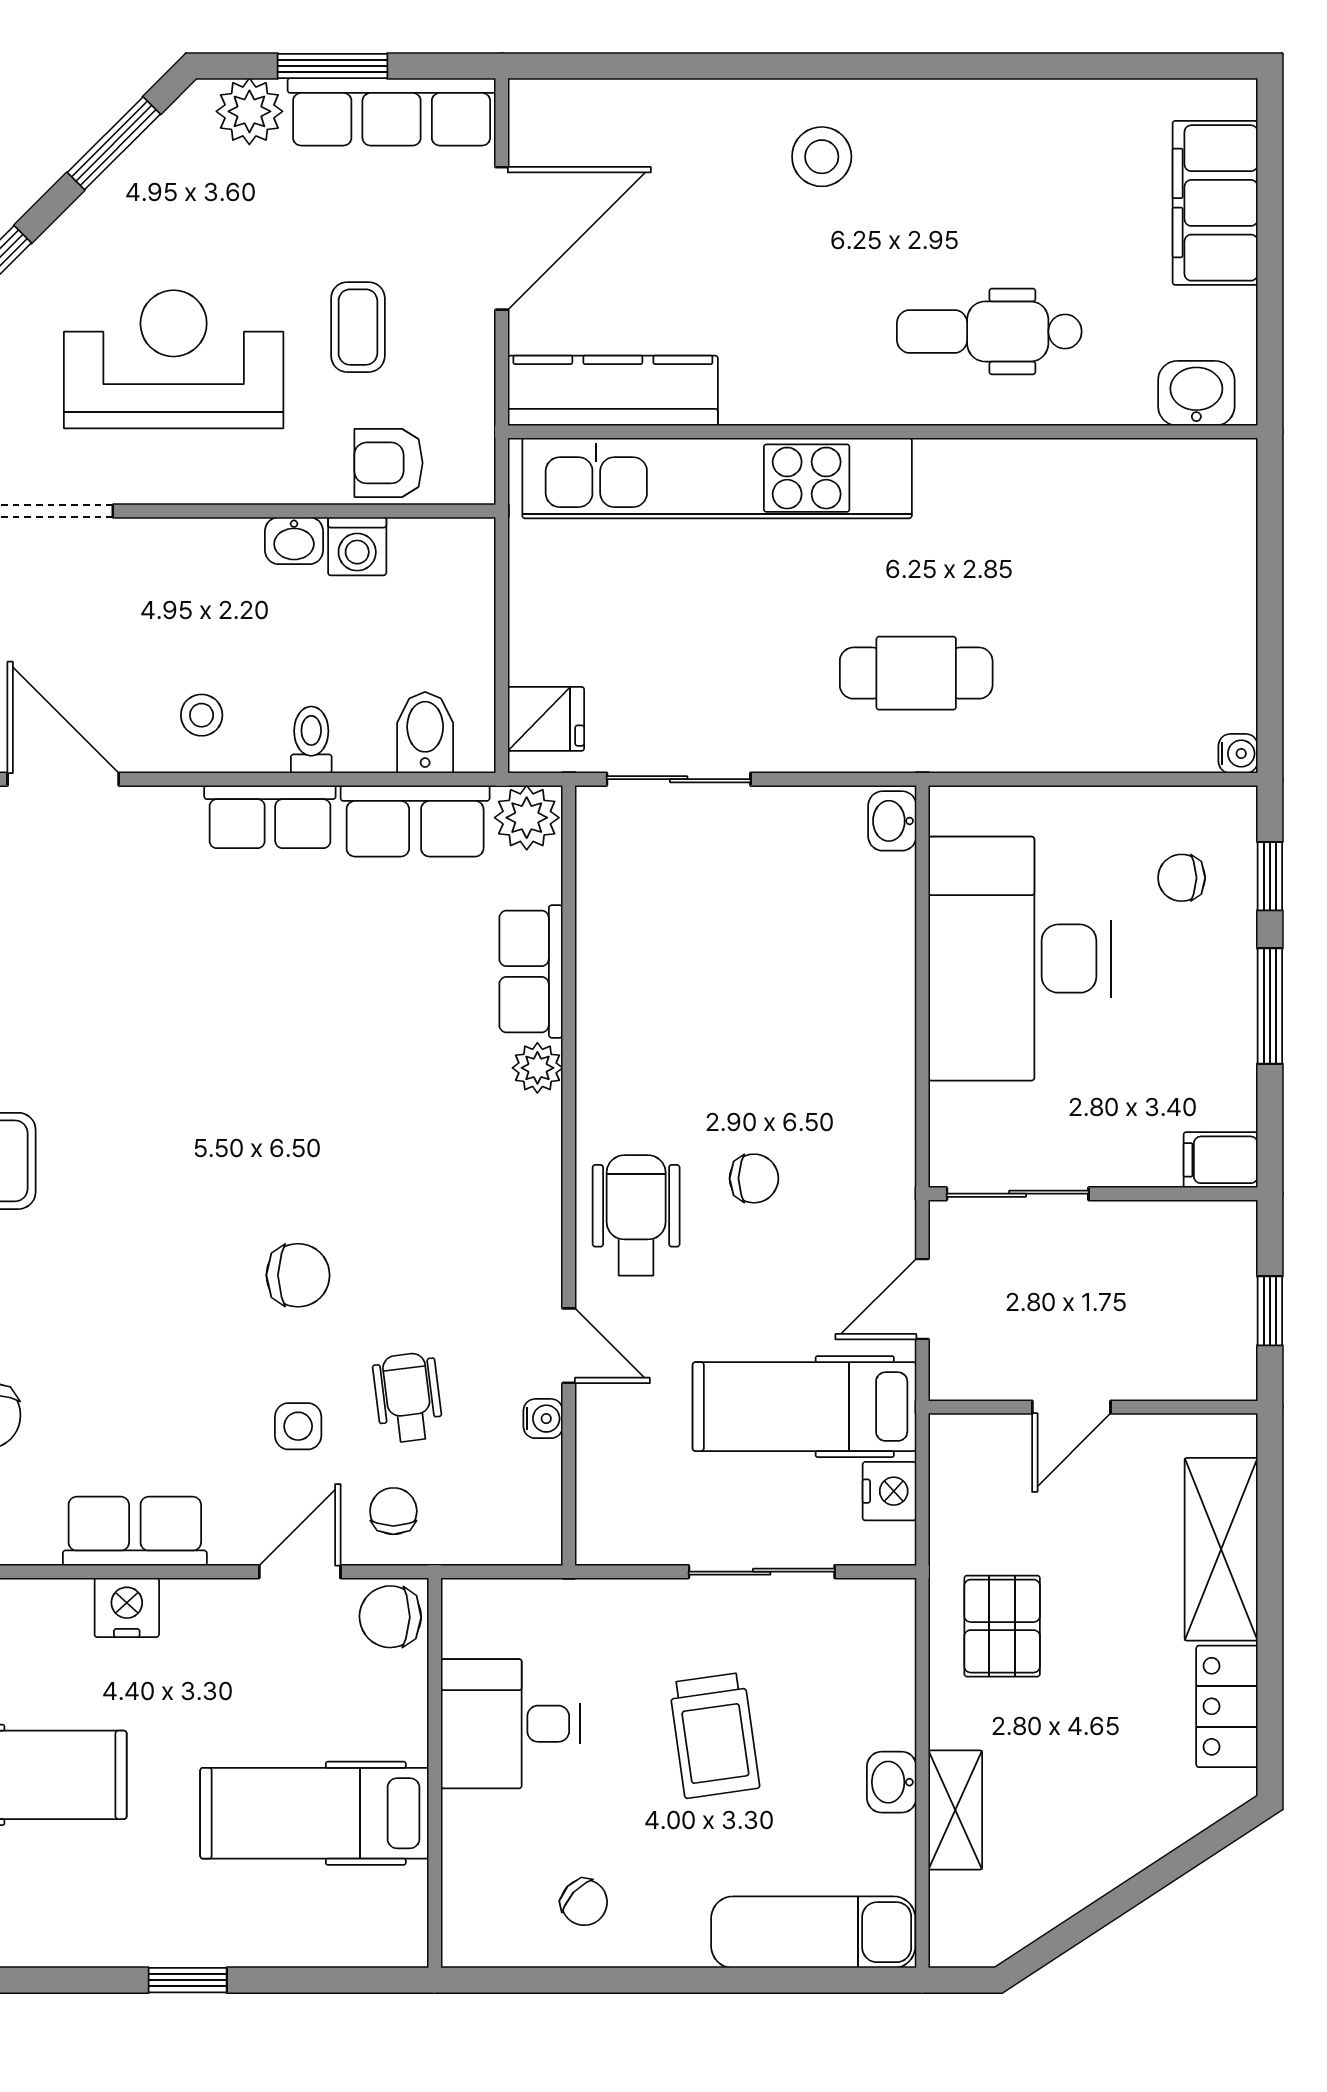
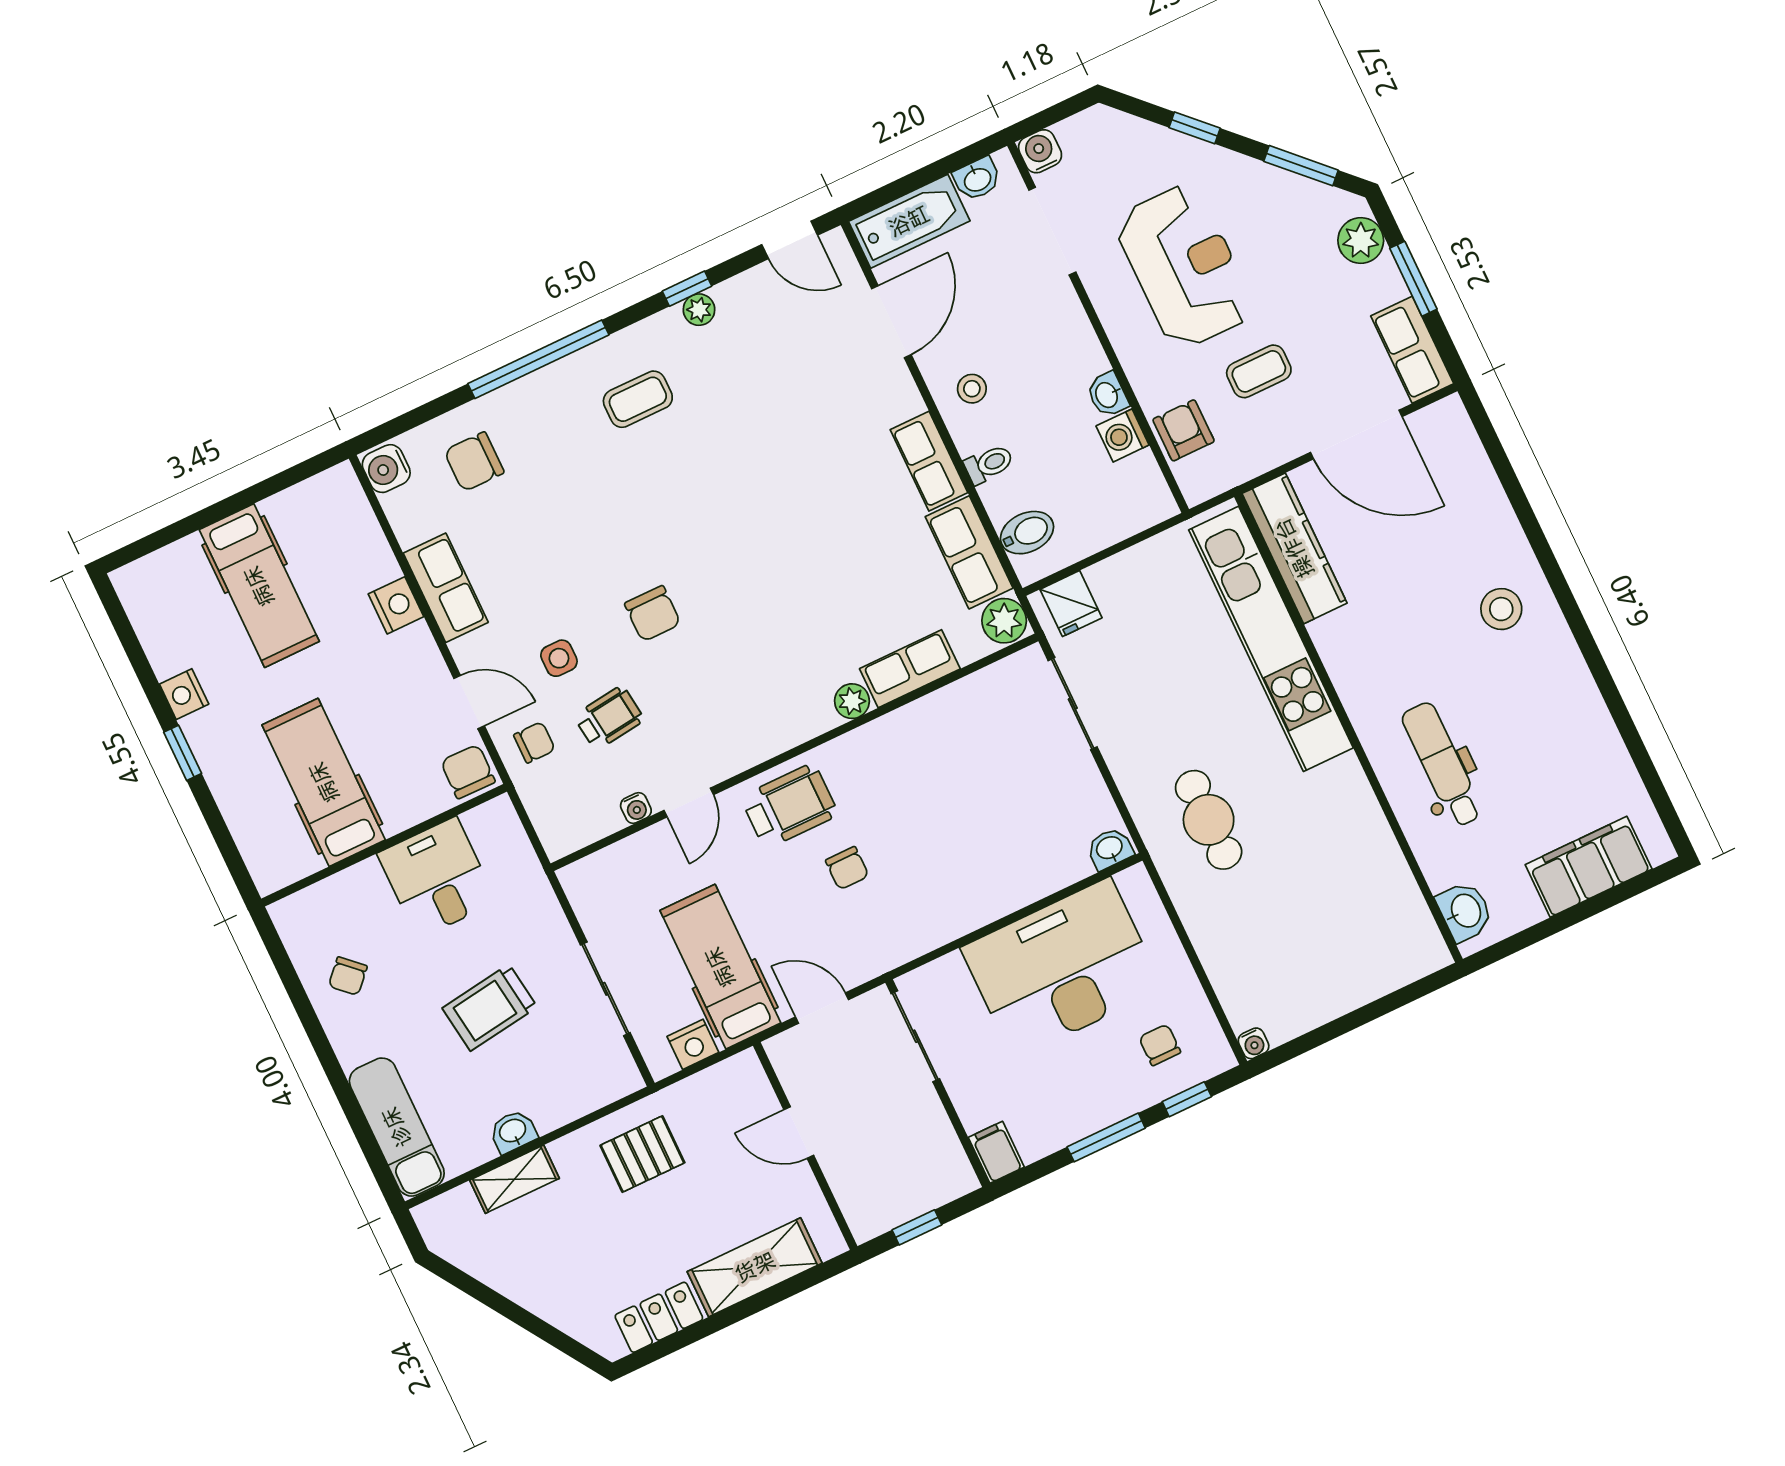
row of seats: (392, 112) -> (1412, 350), width x0.68
nightstand: (111, 1942) -> (184, 694), added

